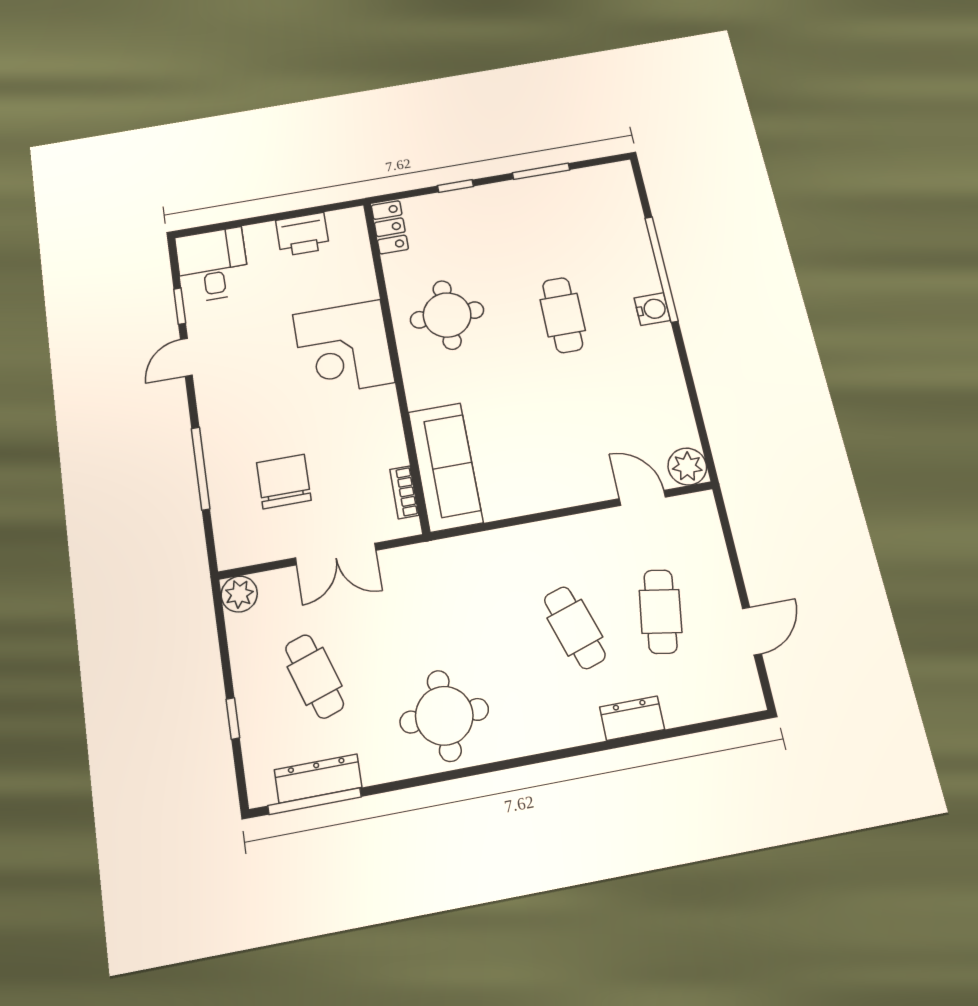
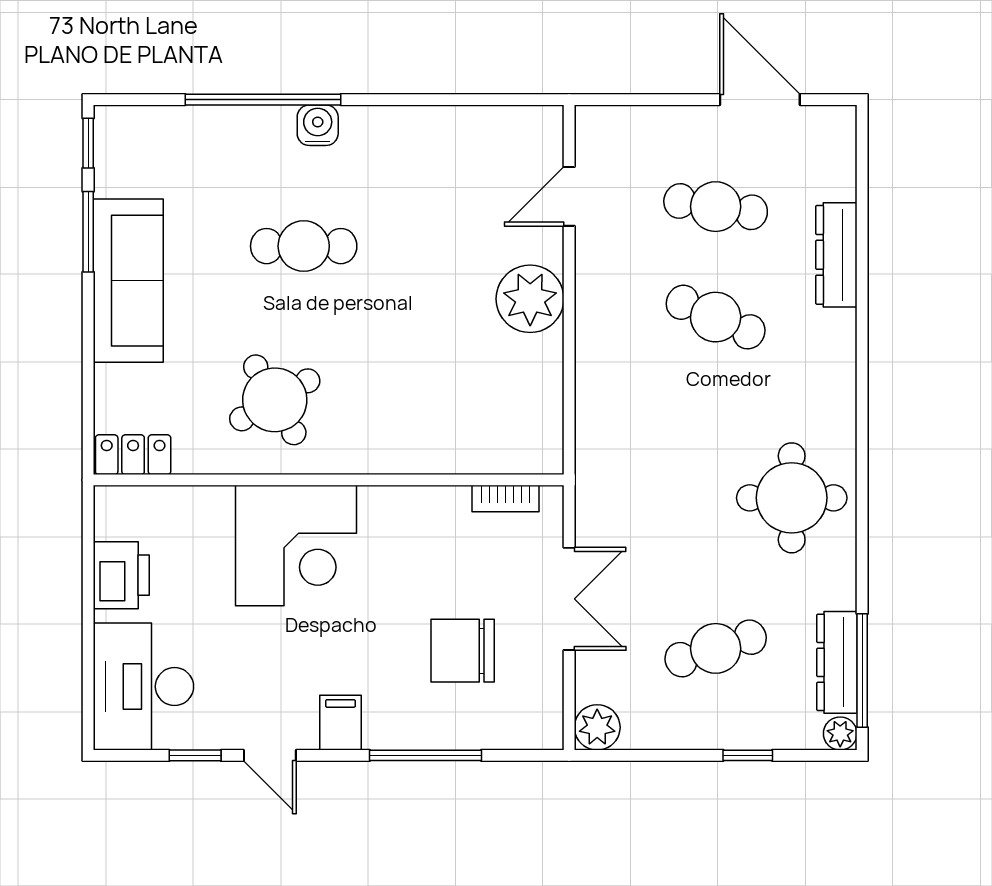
window: (455, 186) -> (88, 143), moved
desk: (212, 265) -> (143, 687), width x1.37
round table: (447, 315) -> (275, 400), turned -30
filing cabinet: (217, 403) -> (341, 723), added
plant: (687, 466) -> (530, 299), moved, width x1.36, depth x1.36
sofa: (445, 467) -> (128, 281), moved, turned 90
cafe table: (575, 628) -> (716, 317), turned 42
door: (752, 631) -> (760, 100), width x1.38
dresser: (632, 718) -> (836, 255), width x1.44
plant: (261, 792) -> (840, 734), added

